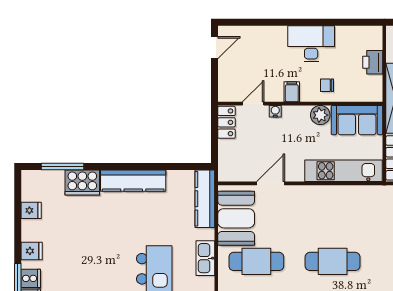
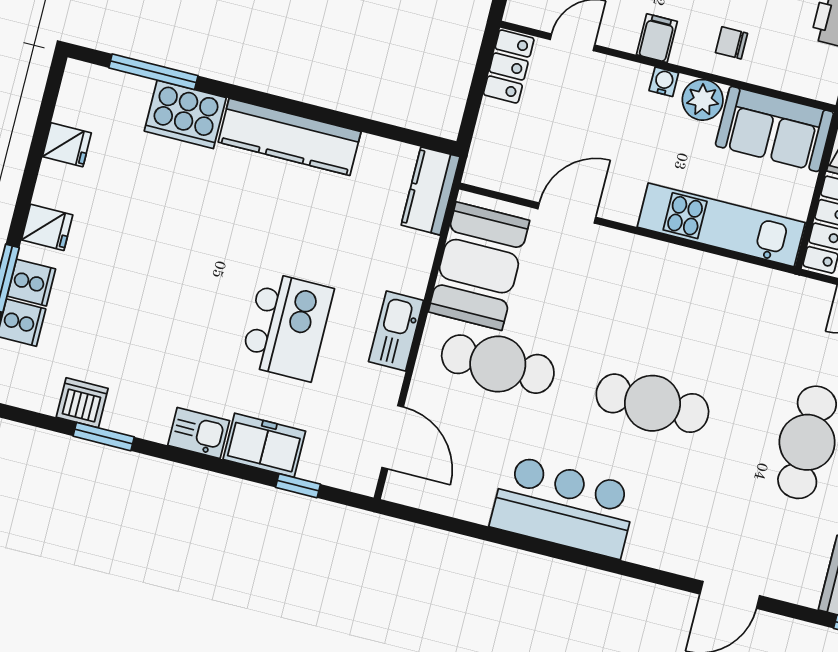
water cooler: (275, 111) -> (664, 82), moved
kitchen counter: (205, 199) -> (431, 191), width x0.67

